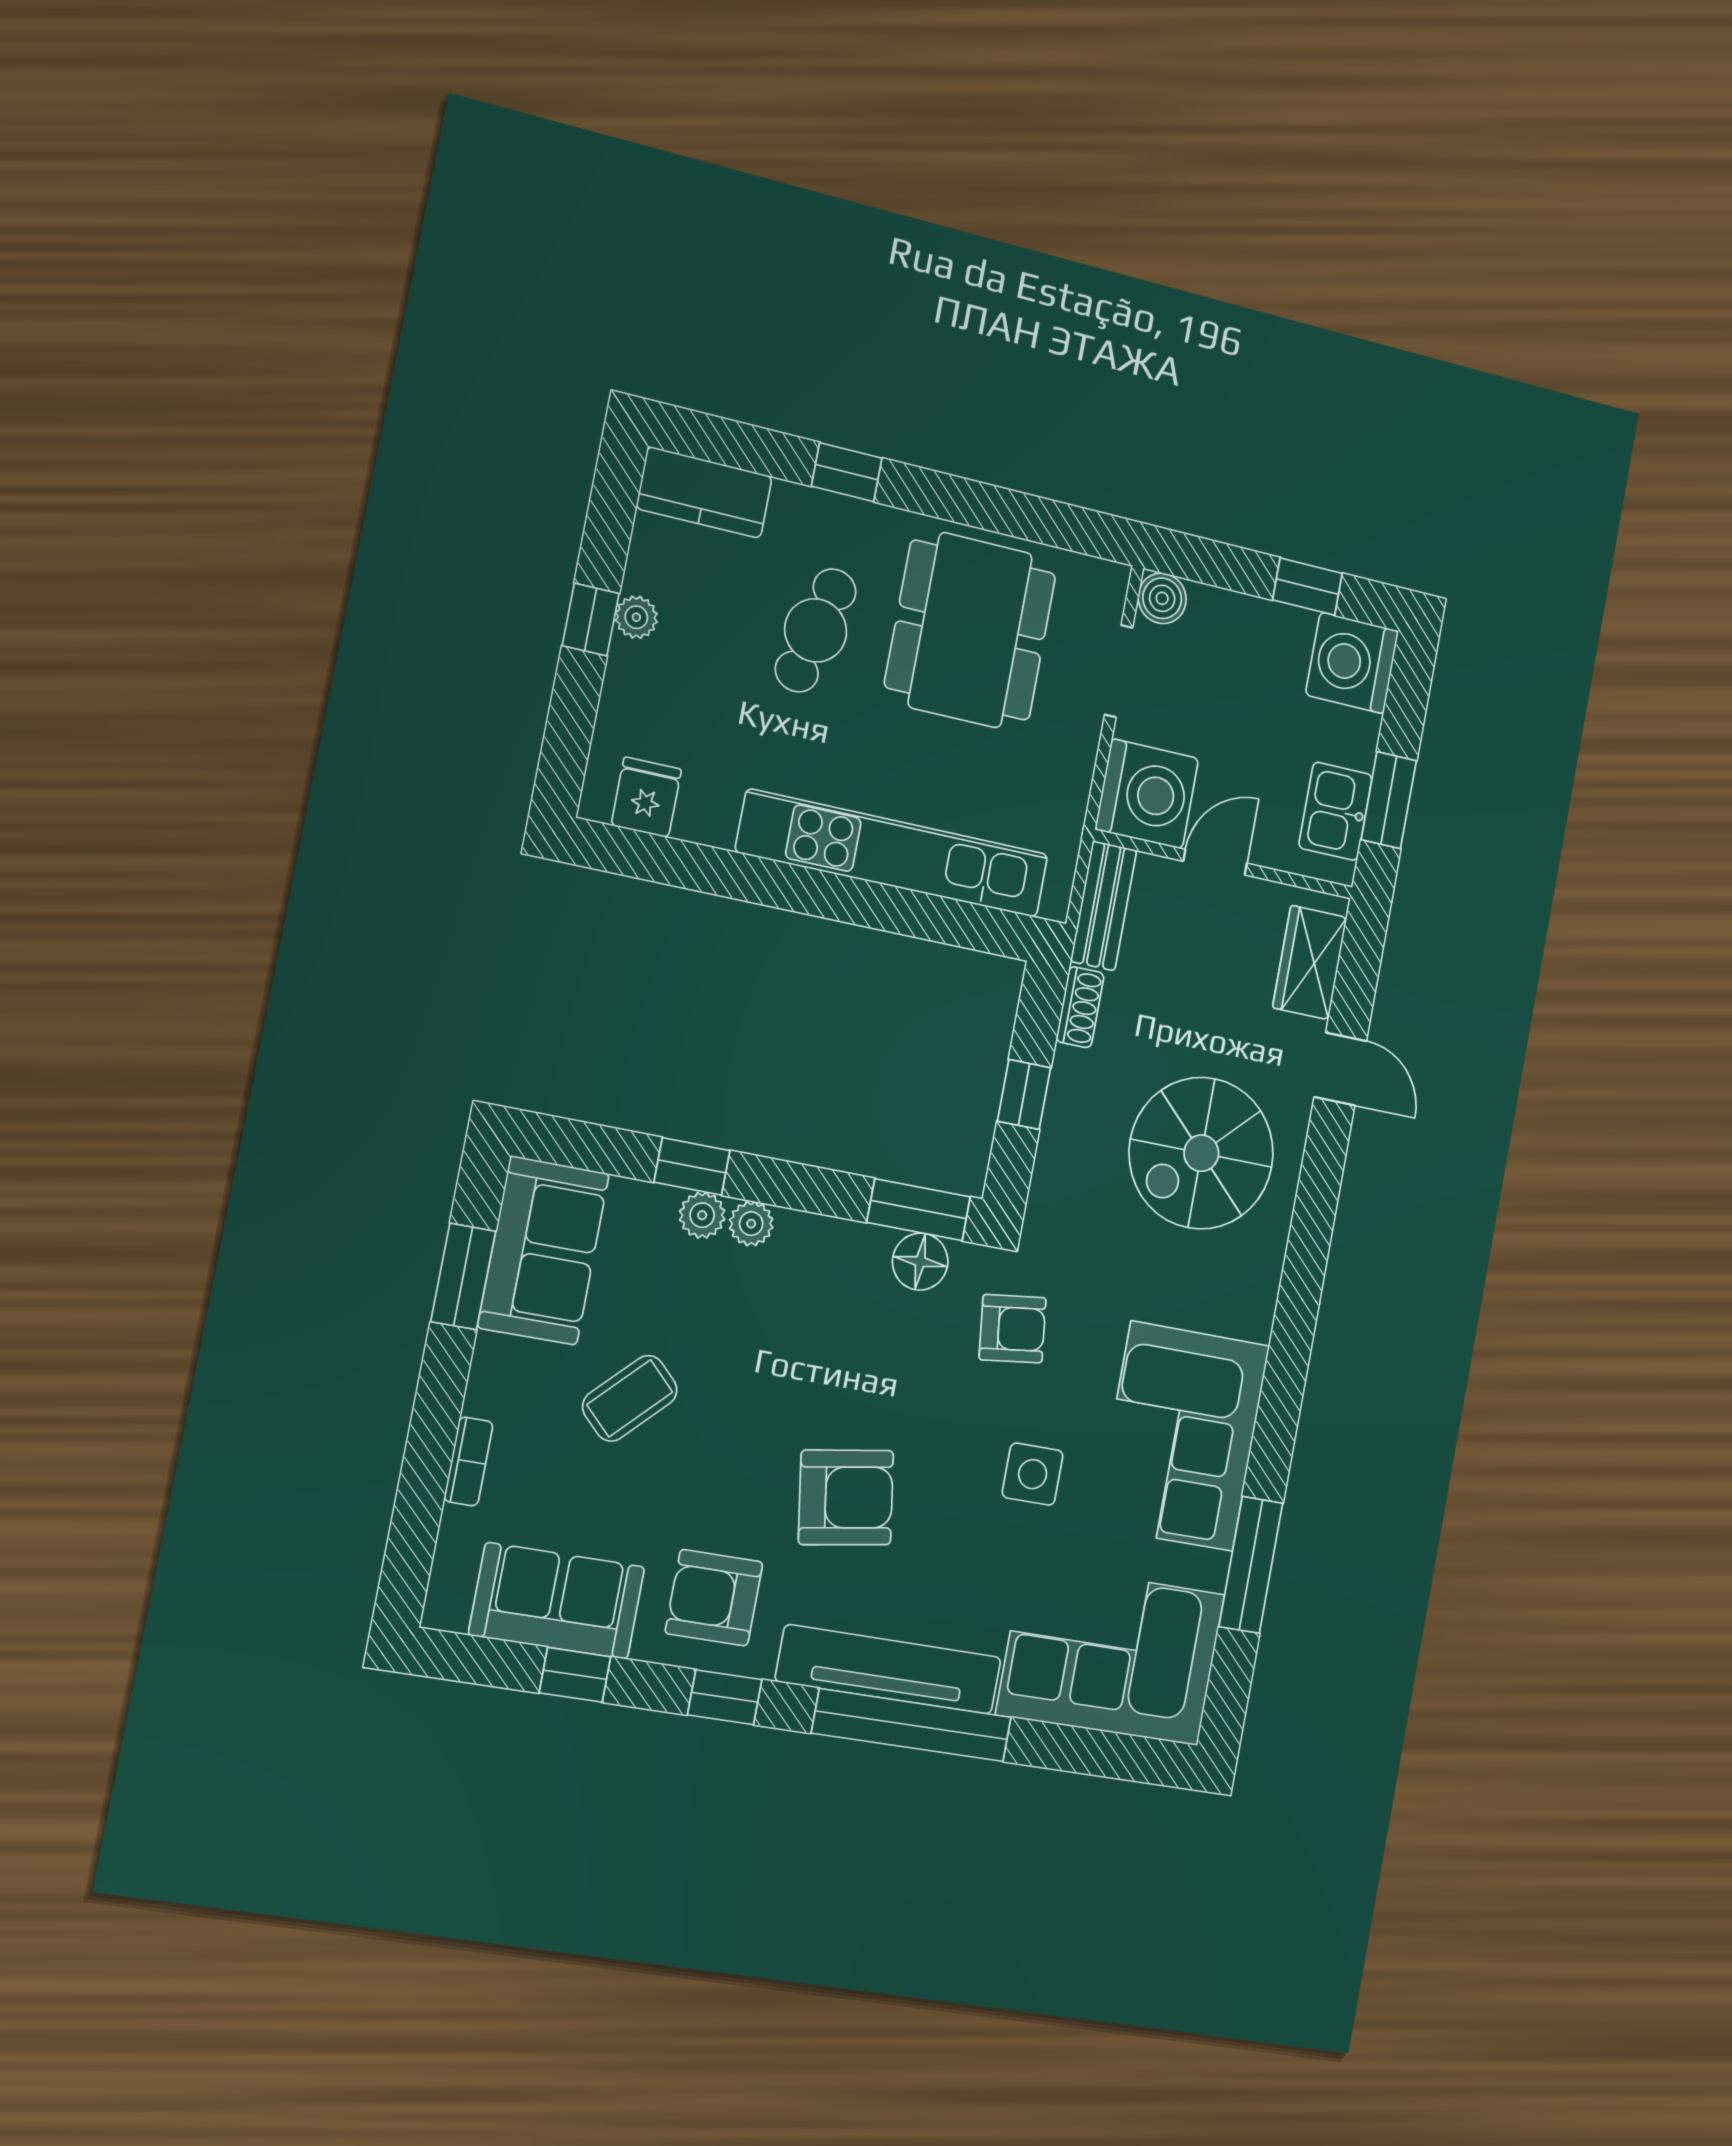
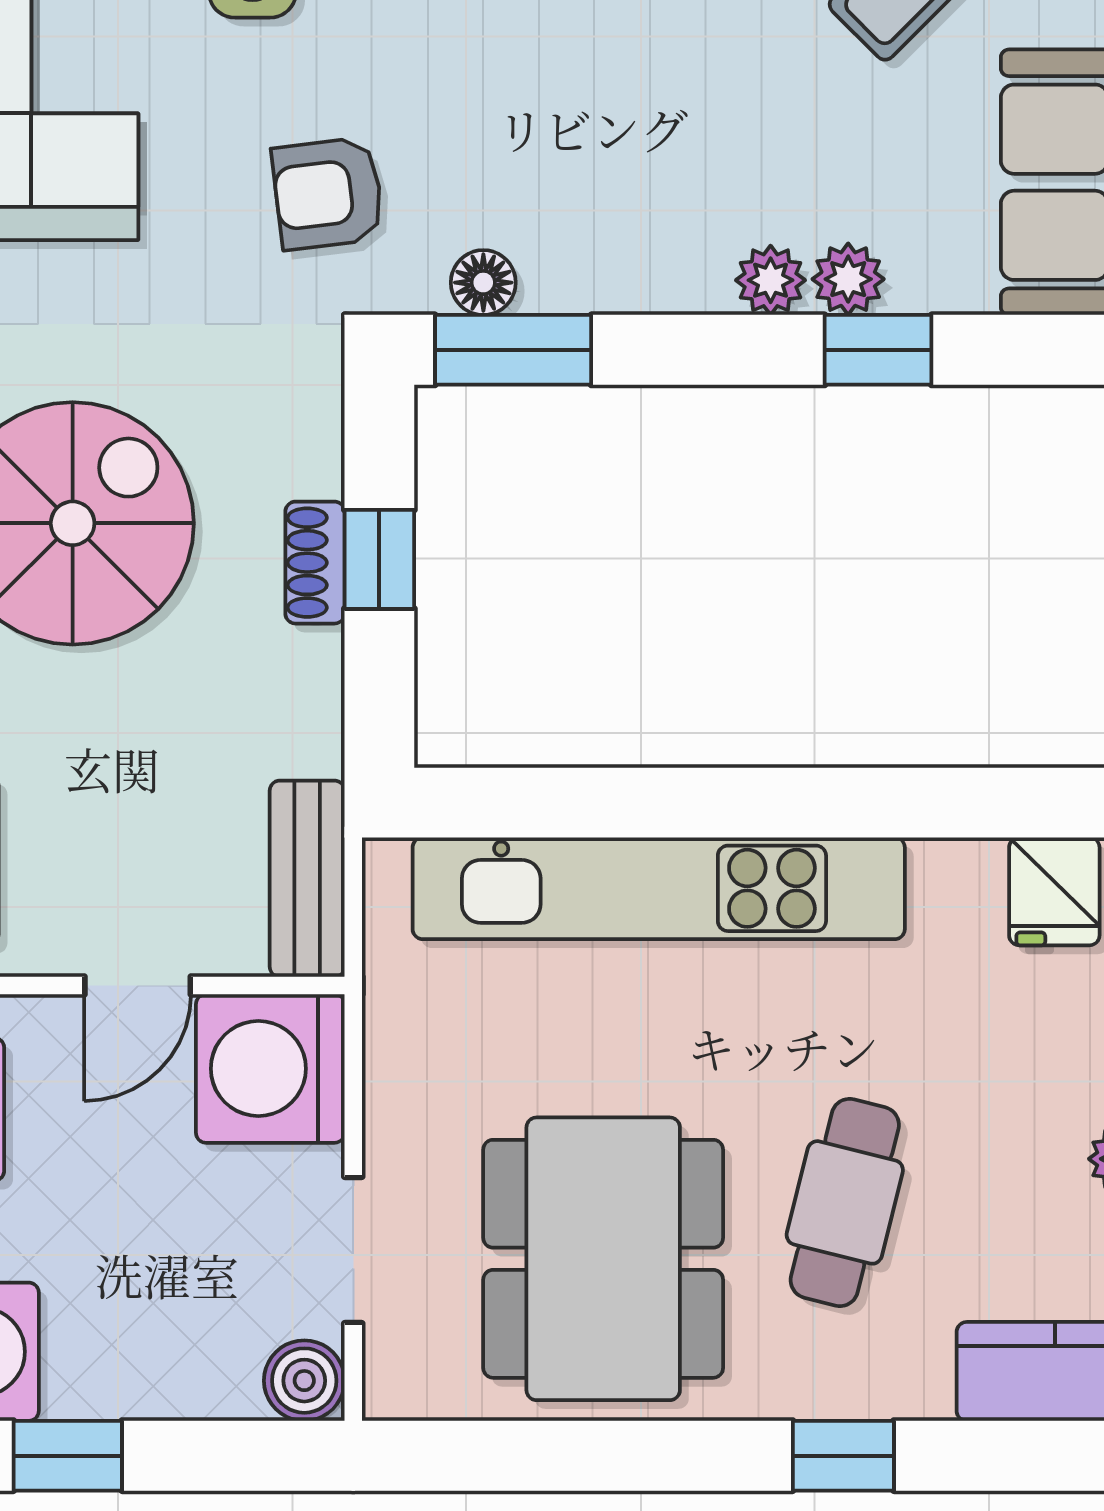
shoe rack: (1080, 1007) -> (315, 563), moved
floor lamp: (920, 1262) -> (483, 283), width x0.73, depth x0.73

